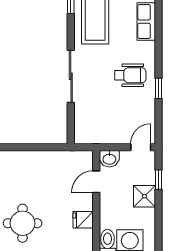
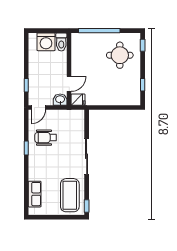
wheelchair: (130, 75) -> (46, 138), moved
shower: (144, 196) -> (36, 74), removed
fridge: (83, 220) -> (78, 100), moved

